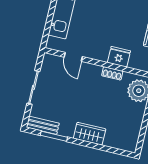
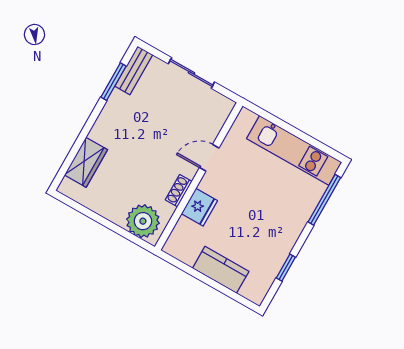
door: (73, 57) -> (209, 158), moved
wardrobe: (90, 134) -> (86, 162), moved

